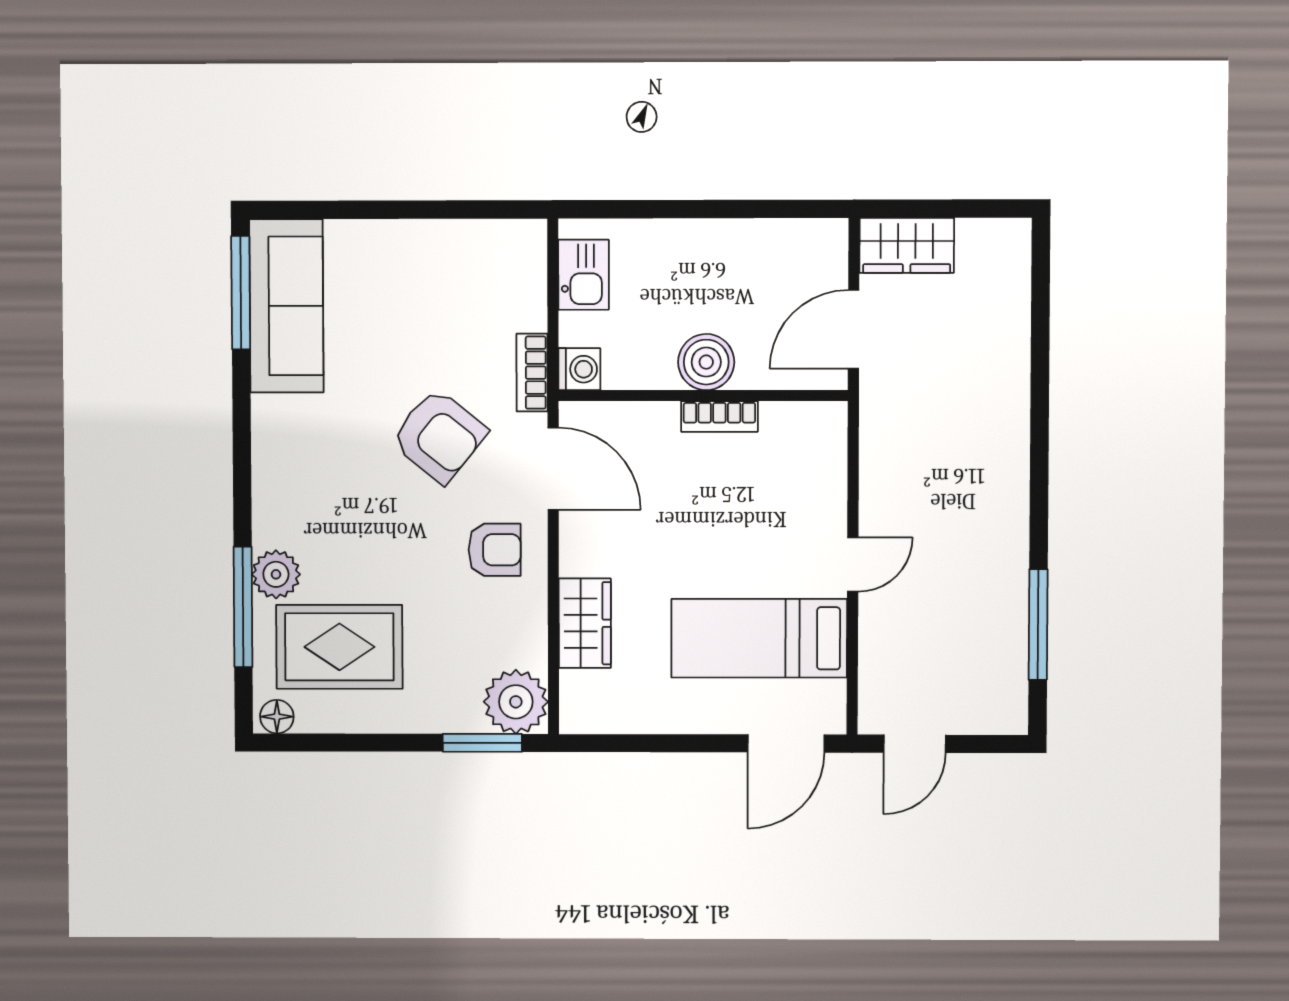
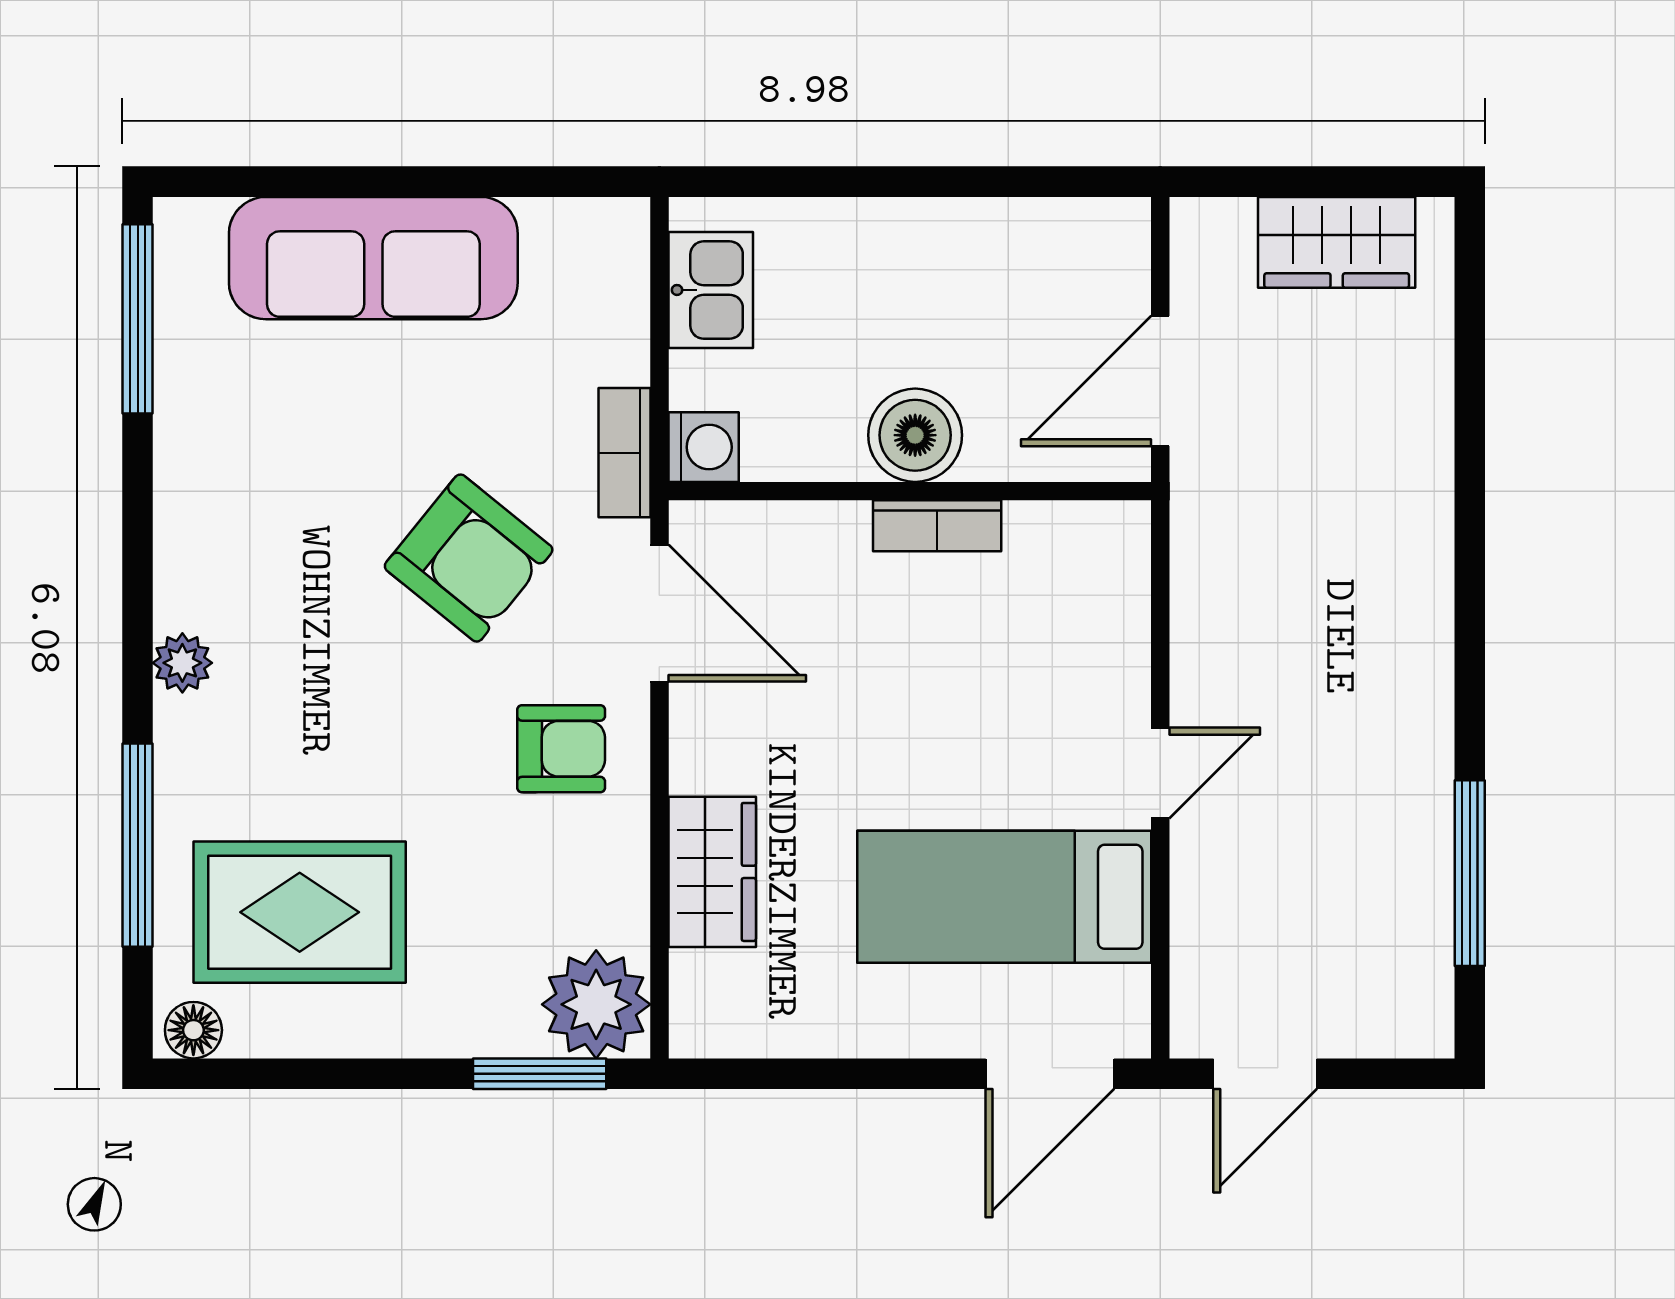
wardrobe: (907, 245) -> (1337, 242), moved
sofa: (286, 306) -> (373, 258), moved, turned 90
plant: (276, 574) -> (182, 663), moved, width x0.73, depth x0.73

